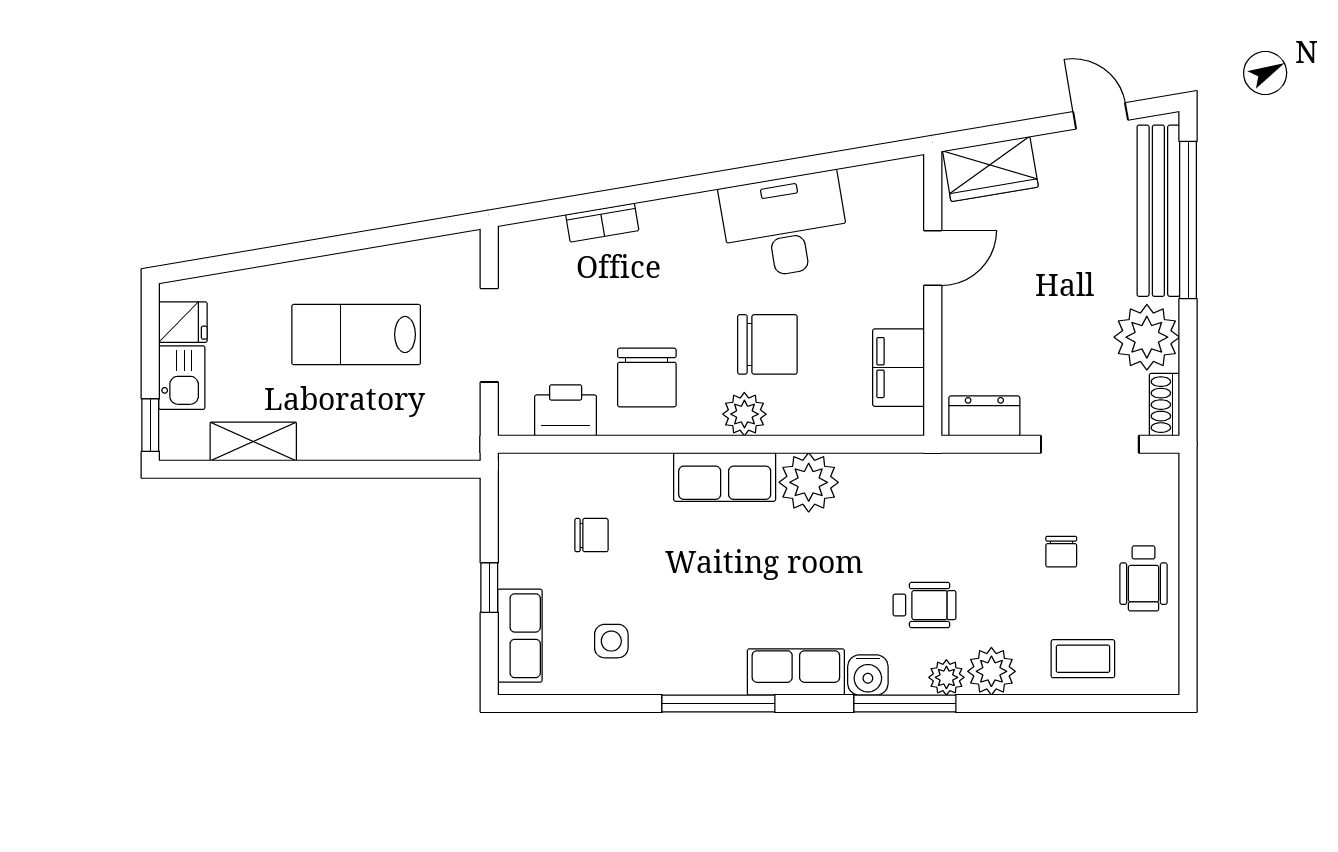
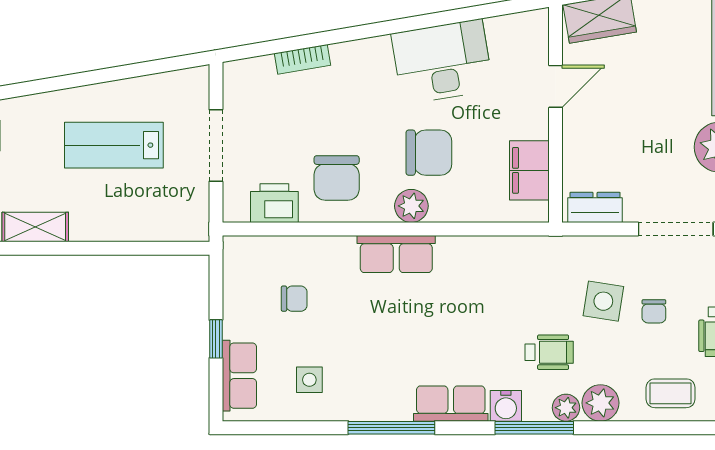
plant: (809, 482) -> (461, 258), removed
side table: (995, 538) -> (603, 301), added

